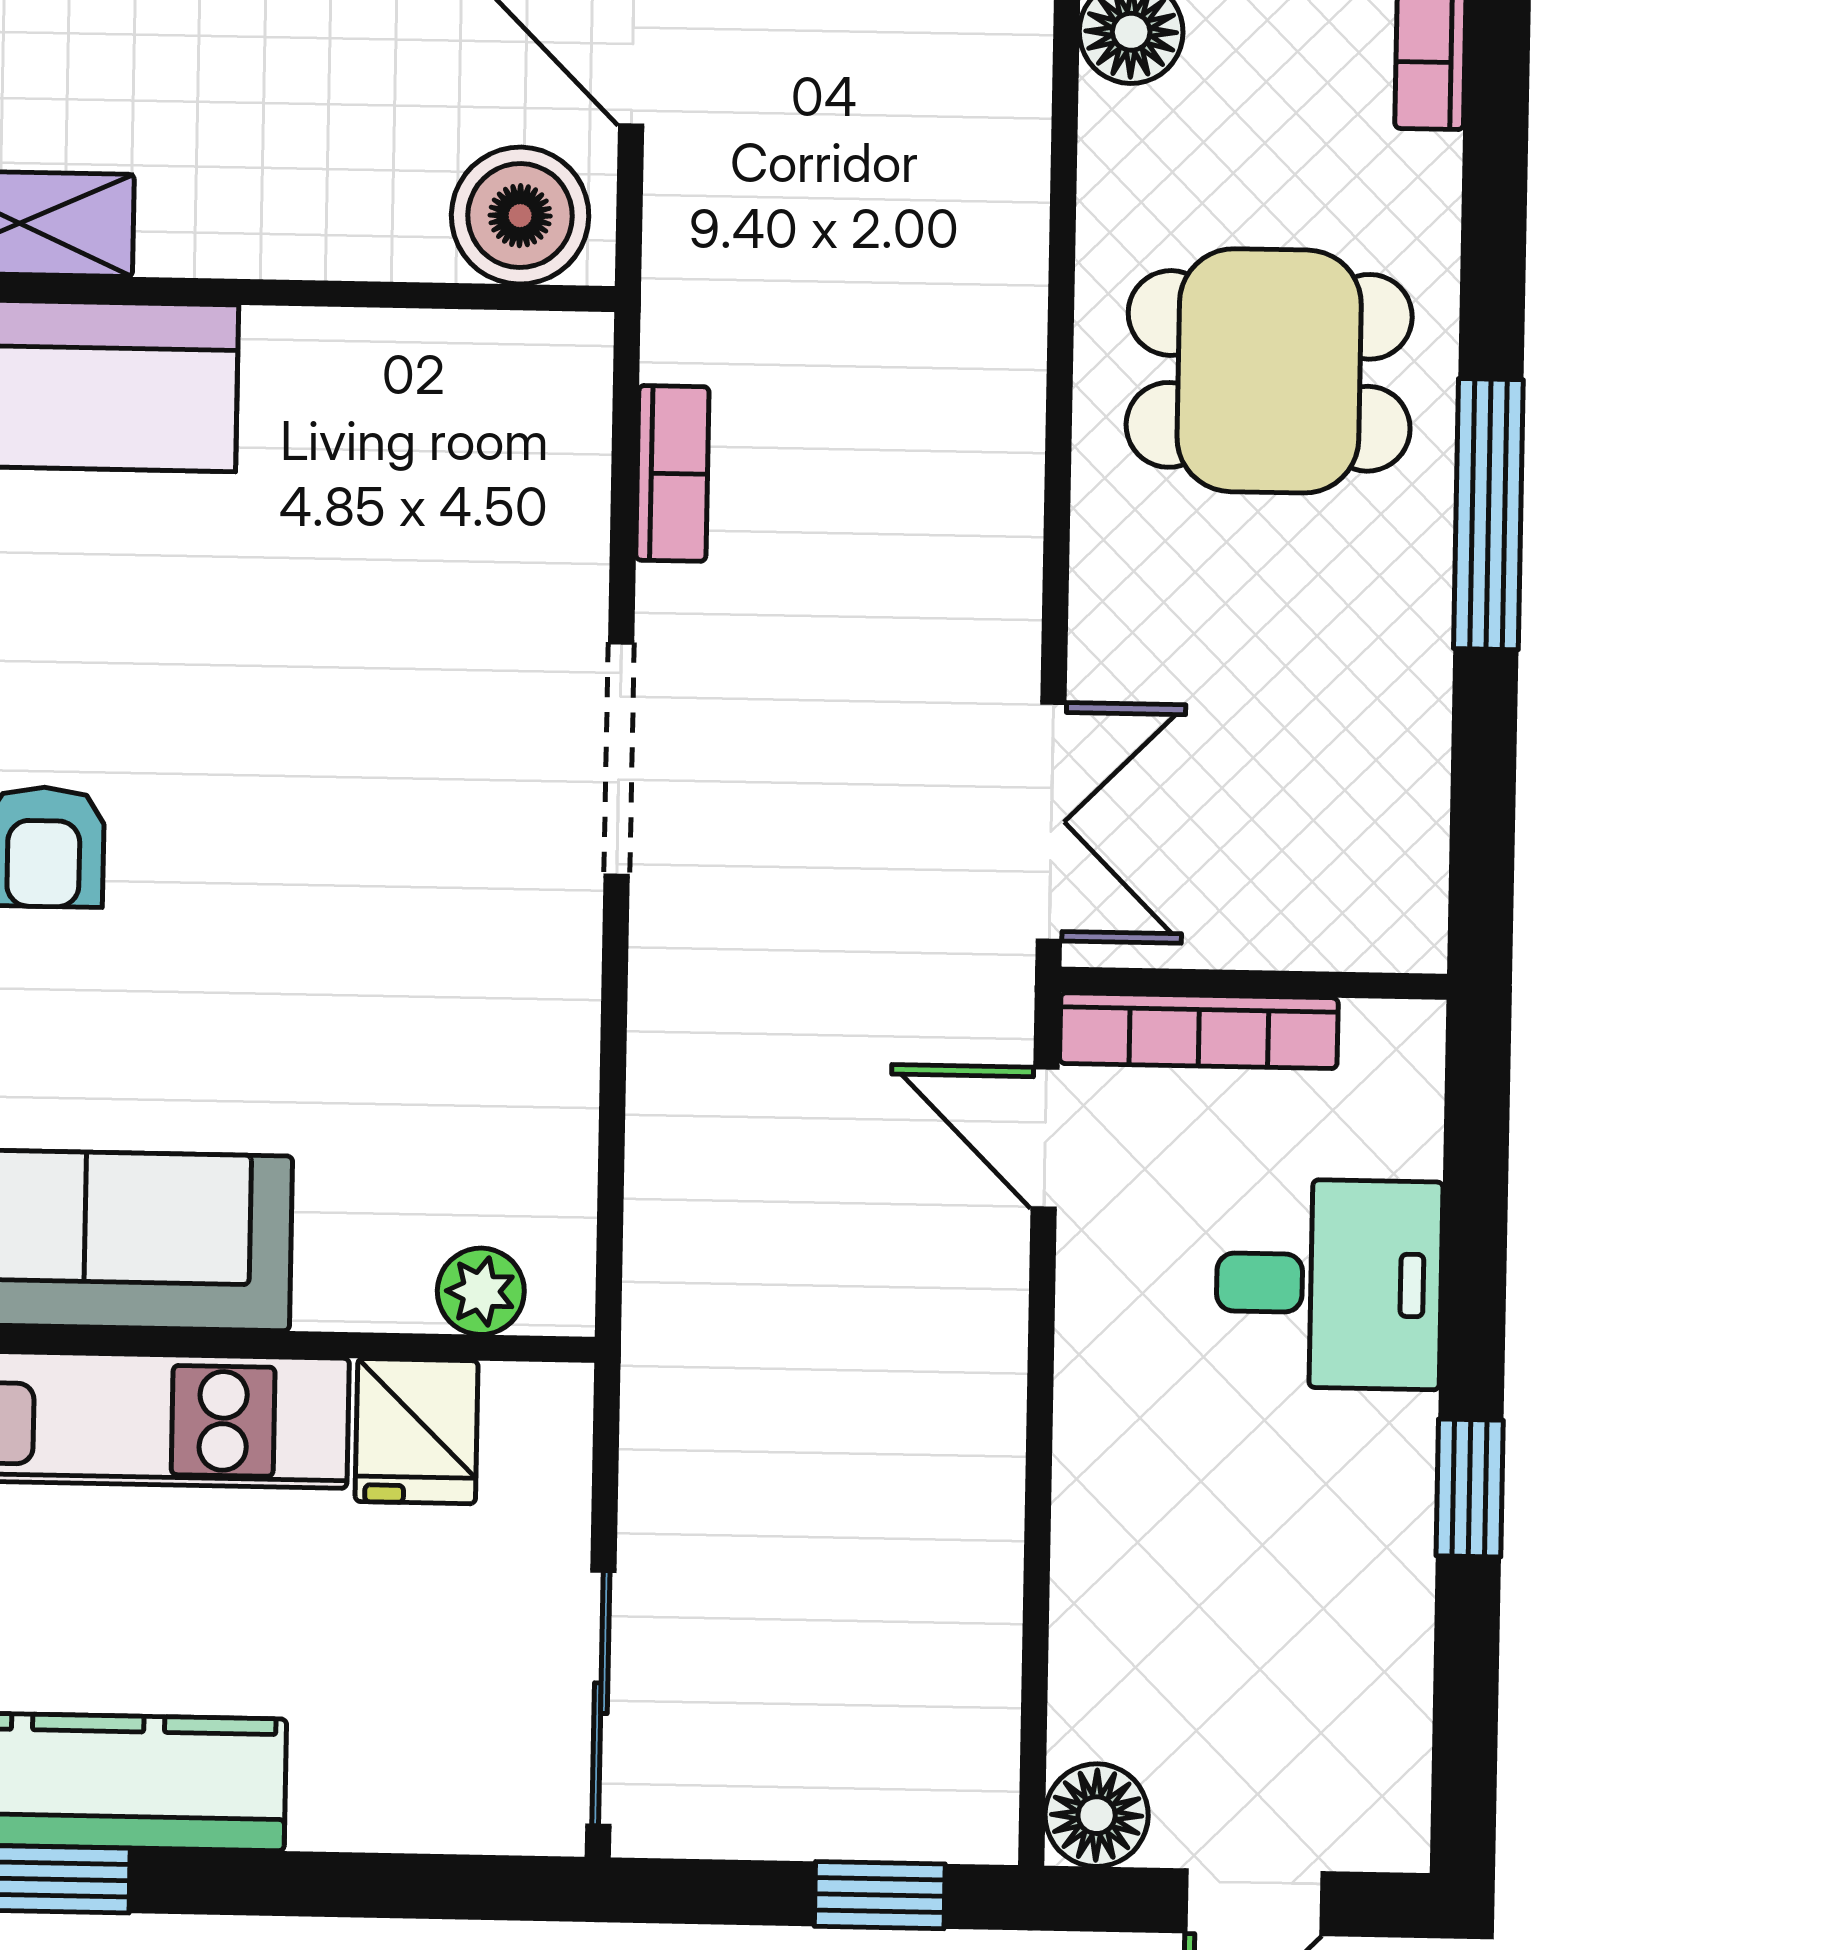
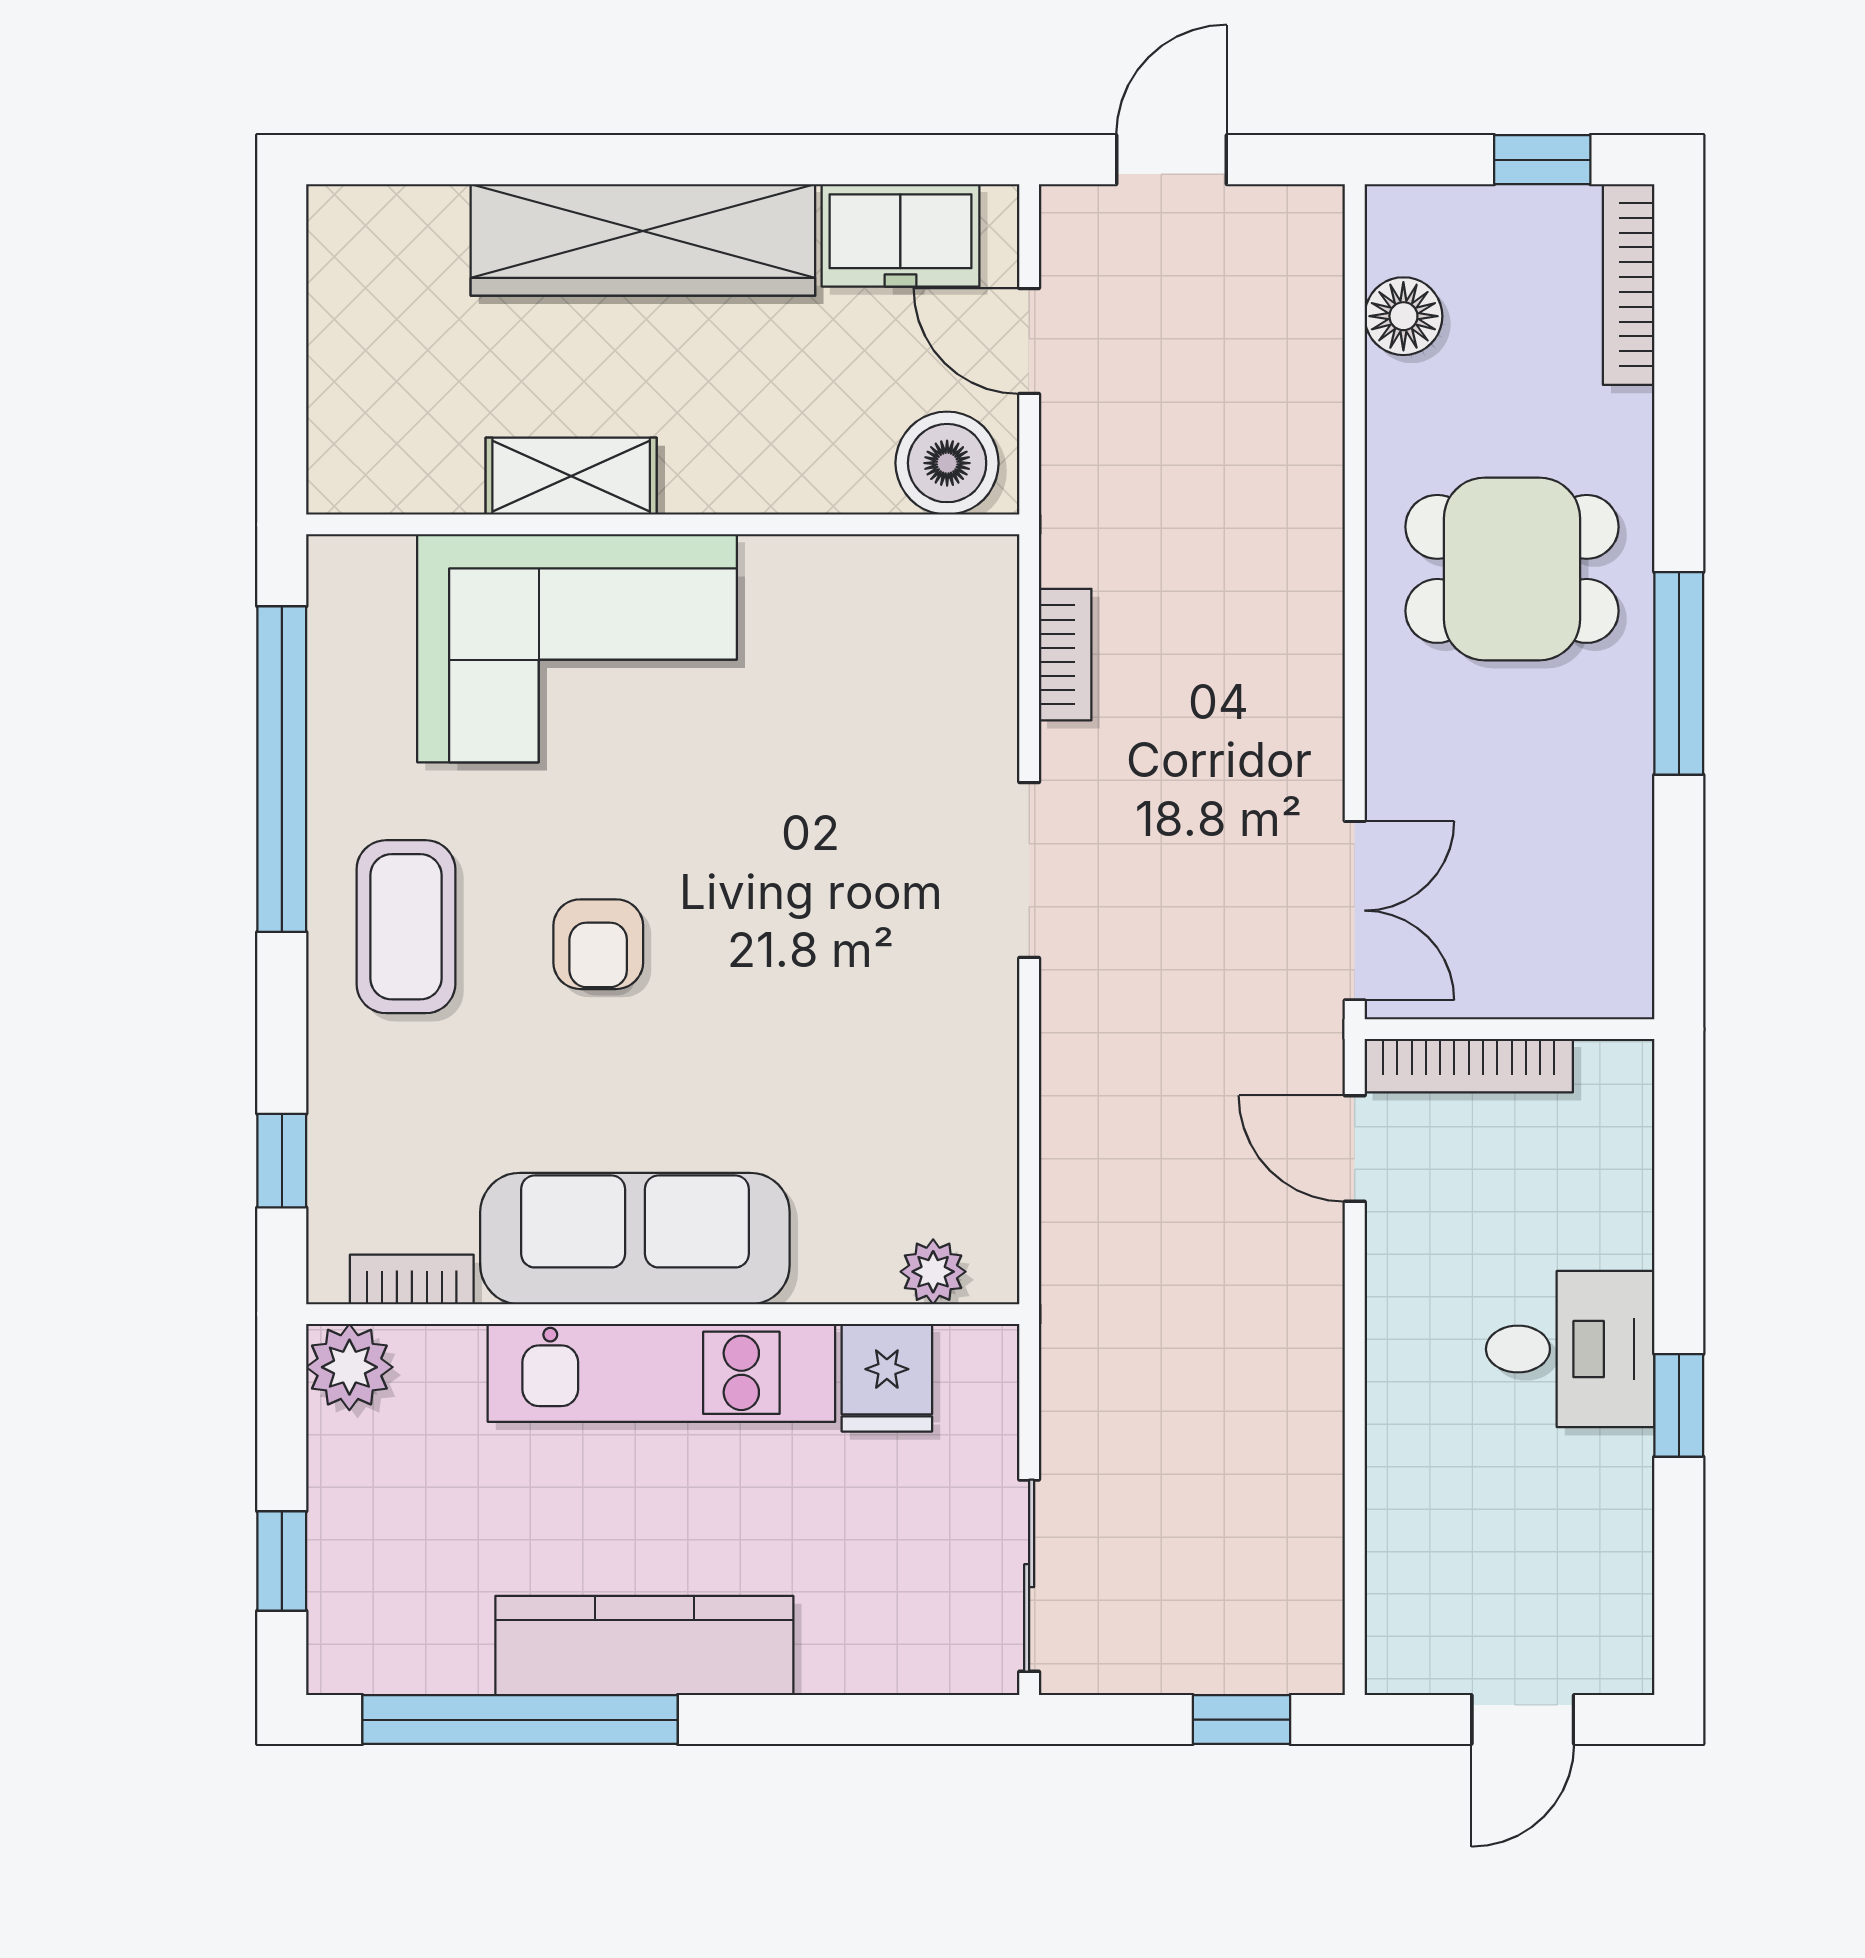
desk: (1329, 1284) -> (1570, 1349), moved
floor lamp: (1097, 1815) -> (1403, 1656), removed

